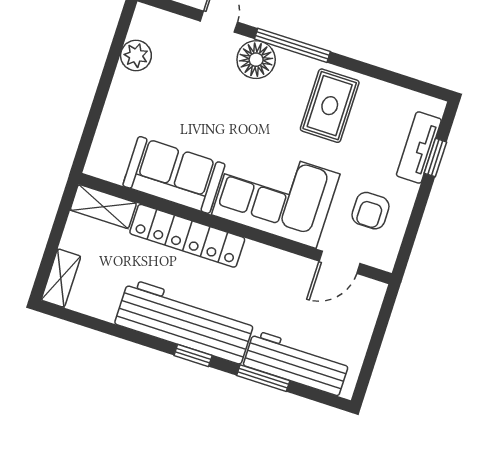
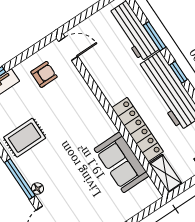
floor lamp: (256, 60) -> (37, 189), width x0.53, depth x0.53
corner sofa: (276, 194) -> (82, 116), removed
door: (339, 262) -> (68, 49), moved

